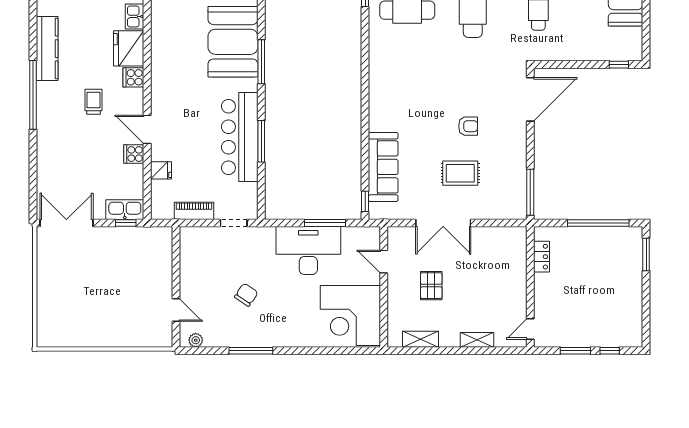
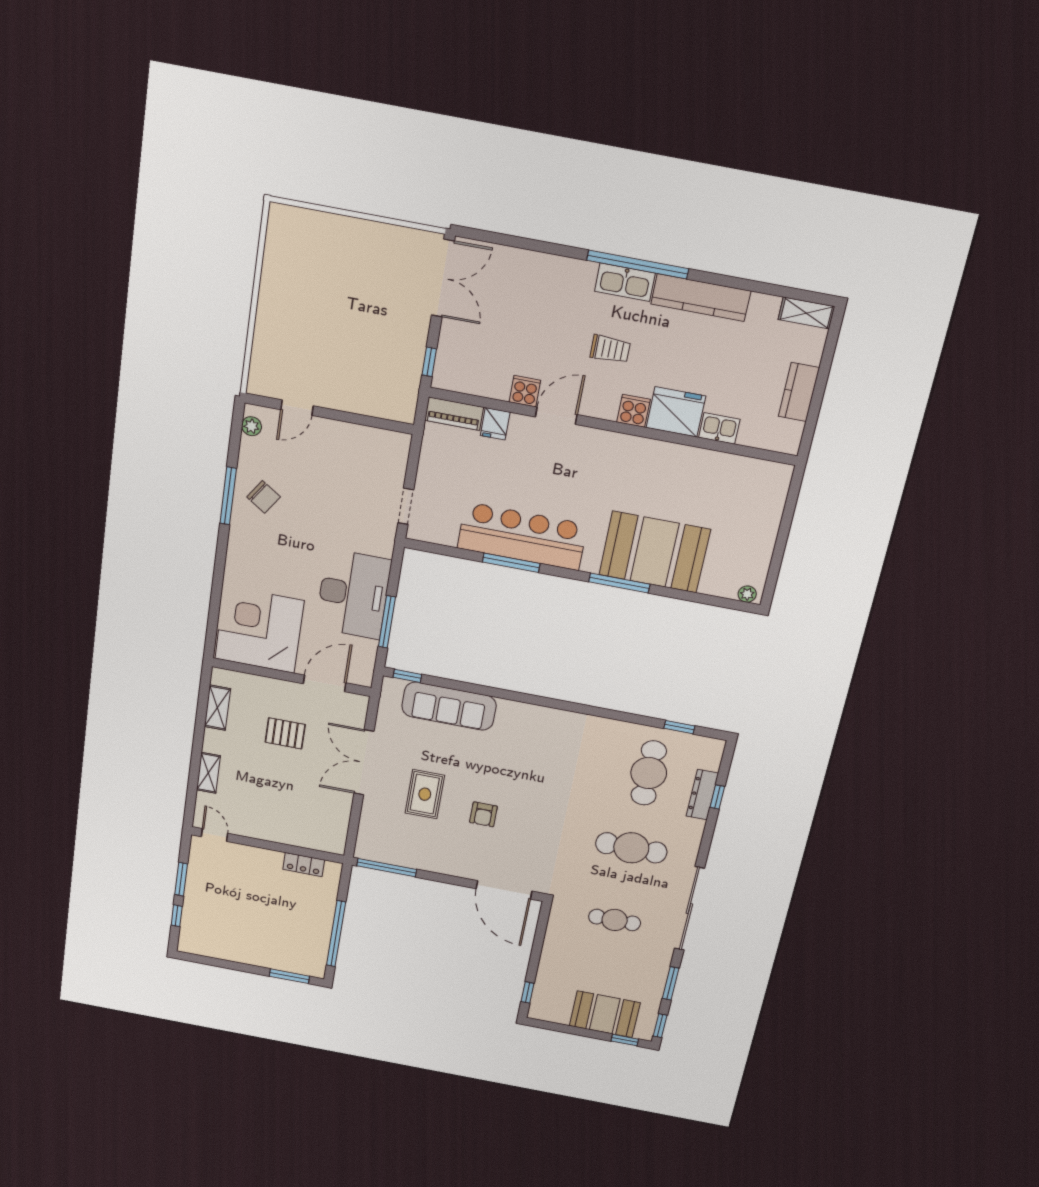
kitchen sink: (125, 210) -> (625, 282), moved, turned 90
piano: (194, 211) -> (454, 414), moved, turned 90
door: (384, 262) -> (325, 683), width x1.38
chair: (246, 295) -> (264, 497), moved

